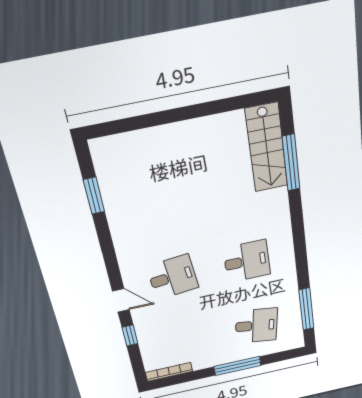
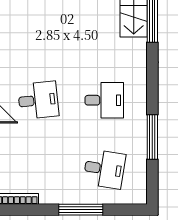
window: (306, 309) -> (152, 137), moved

